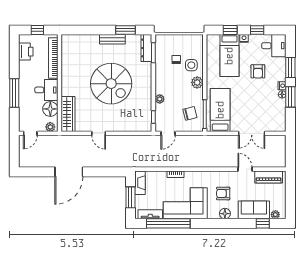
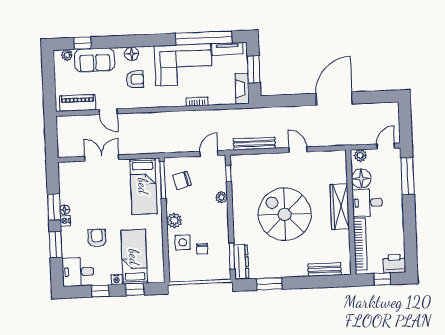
bench: (112, 39) -> (325, 269), moved
printer: (26, 52) -> (394, 264), moved, turned 90
window: (14, 93) -> (408, 176), moved
wardrobe: (68, 114) -> (340, 207), moved
bench: (132, 140) -> (254, 144), added

